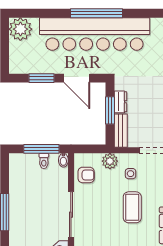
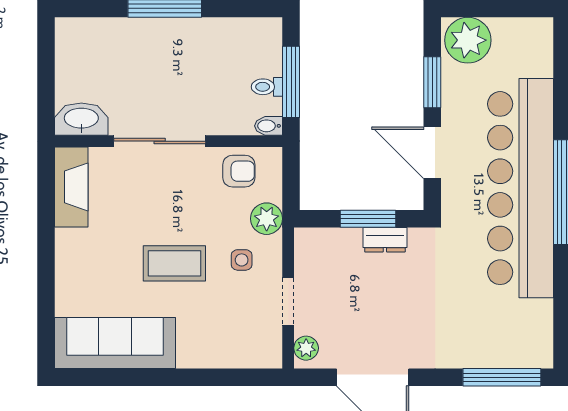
plant: (20, 29) -> (468, 40), moved
door: (77, 78) -> (432, 153), hinge flipped
bench: (121, 131) -> (327, 240), removed
armchair: (86, 175) -> (239, 171), turned -90

